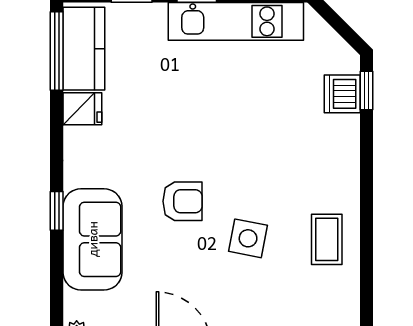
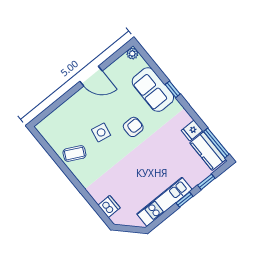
window: (366, 91) -> (102, 214), removed
armchair: (182, 201) -> (133, 127), turned 180
coffee table: (327, 239) -> (74, 154), turned -63

